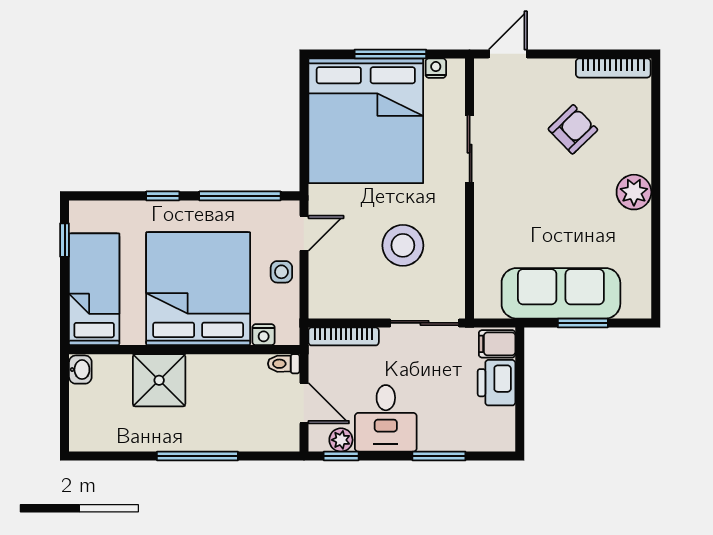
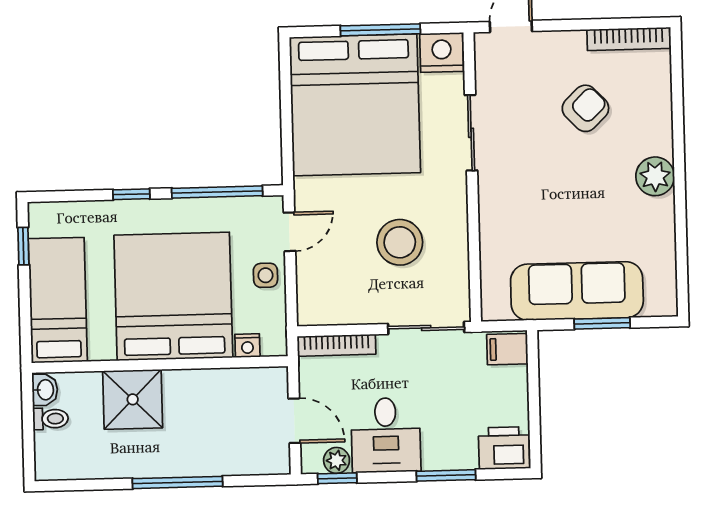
nightstand: (436, 68) -> (442, 53), width x1.89, depth x1.79
toilet: (284, 364) -> (50, 419), moved, turned 180
printer: (497, 383) -> (504, 448), moved, turned 90

